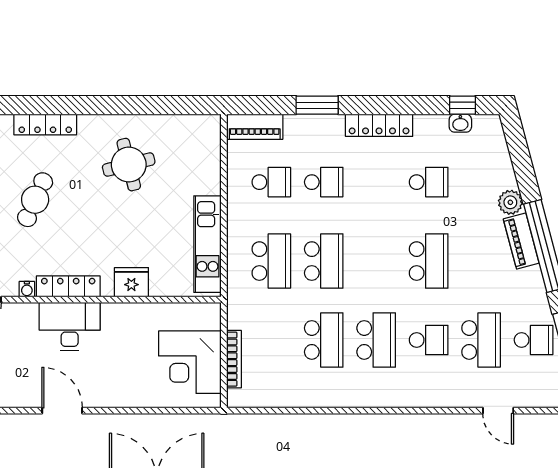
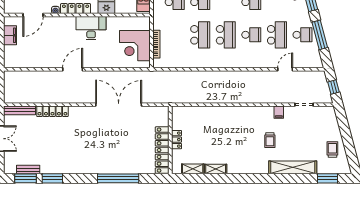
desk: (70, 326) -> (91, 28), moved
door: (62, 411) -> (73, 69), hinge flipped
door: (498, 411) -> (285, 69), swing flipped

